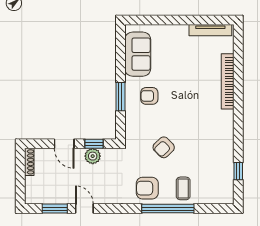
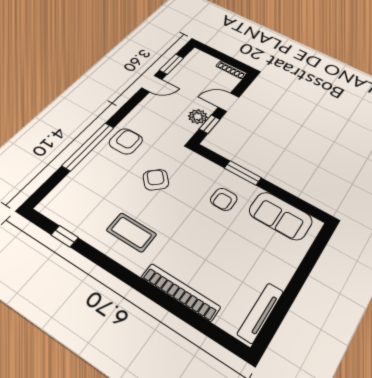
armchair: (149, 96) -> (224, 199), turned 180
coffee table: (183, 188) -> (131, 232), moved, width x1.36, depth x1.30

